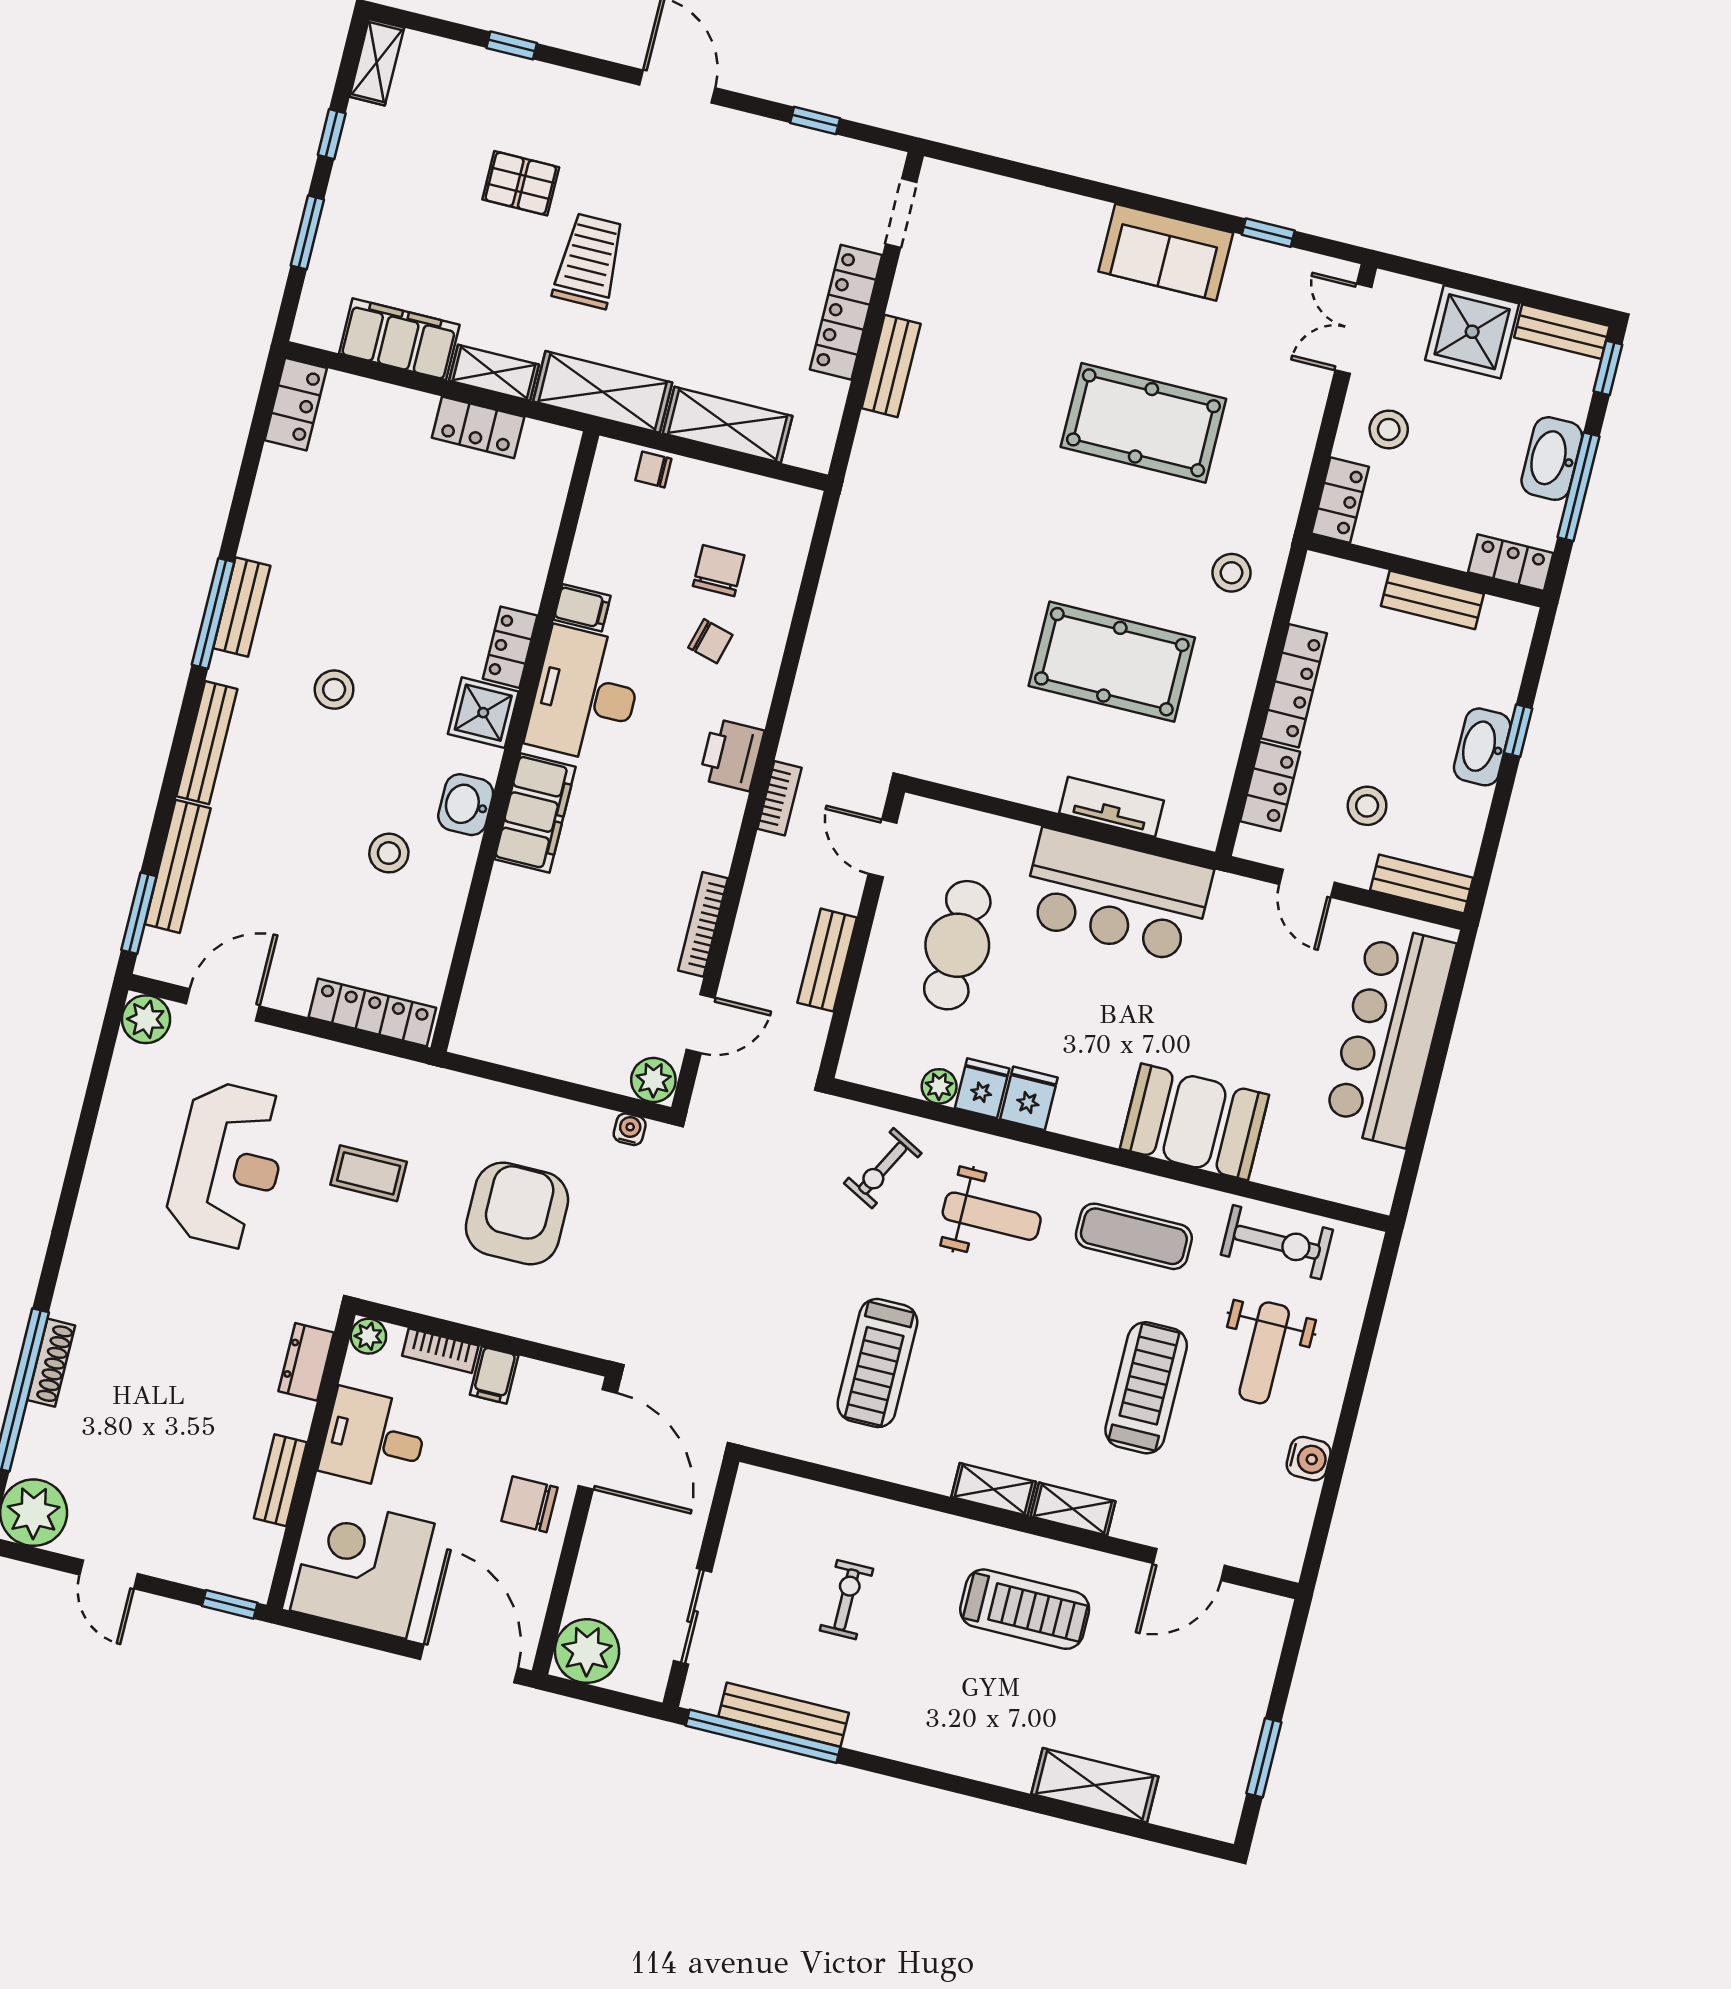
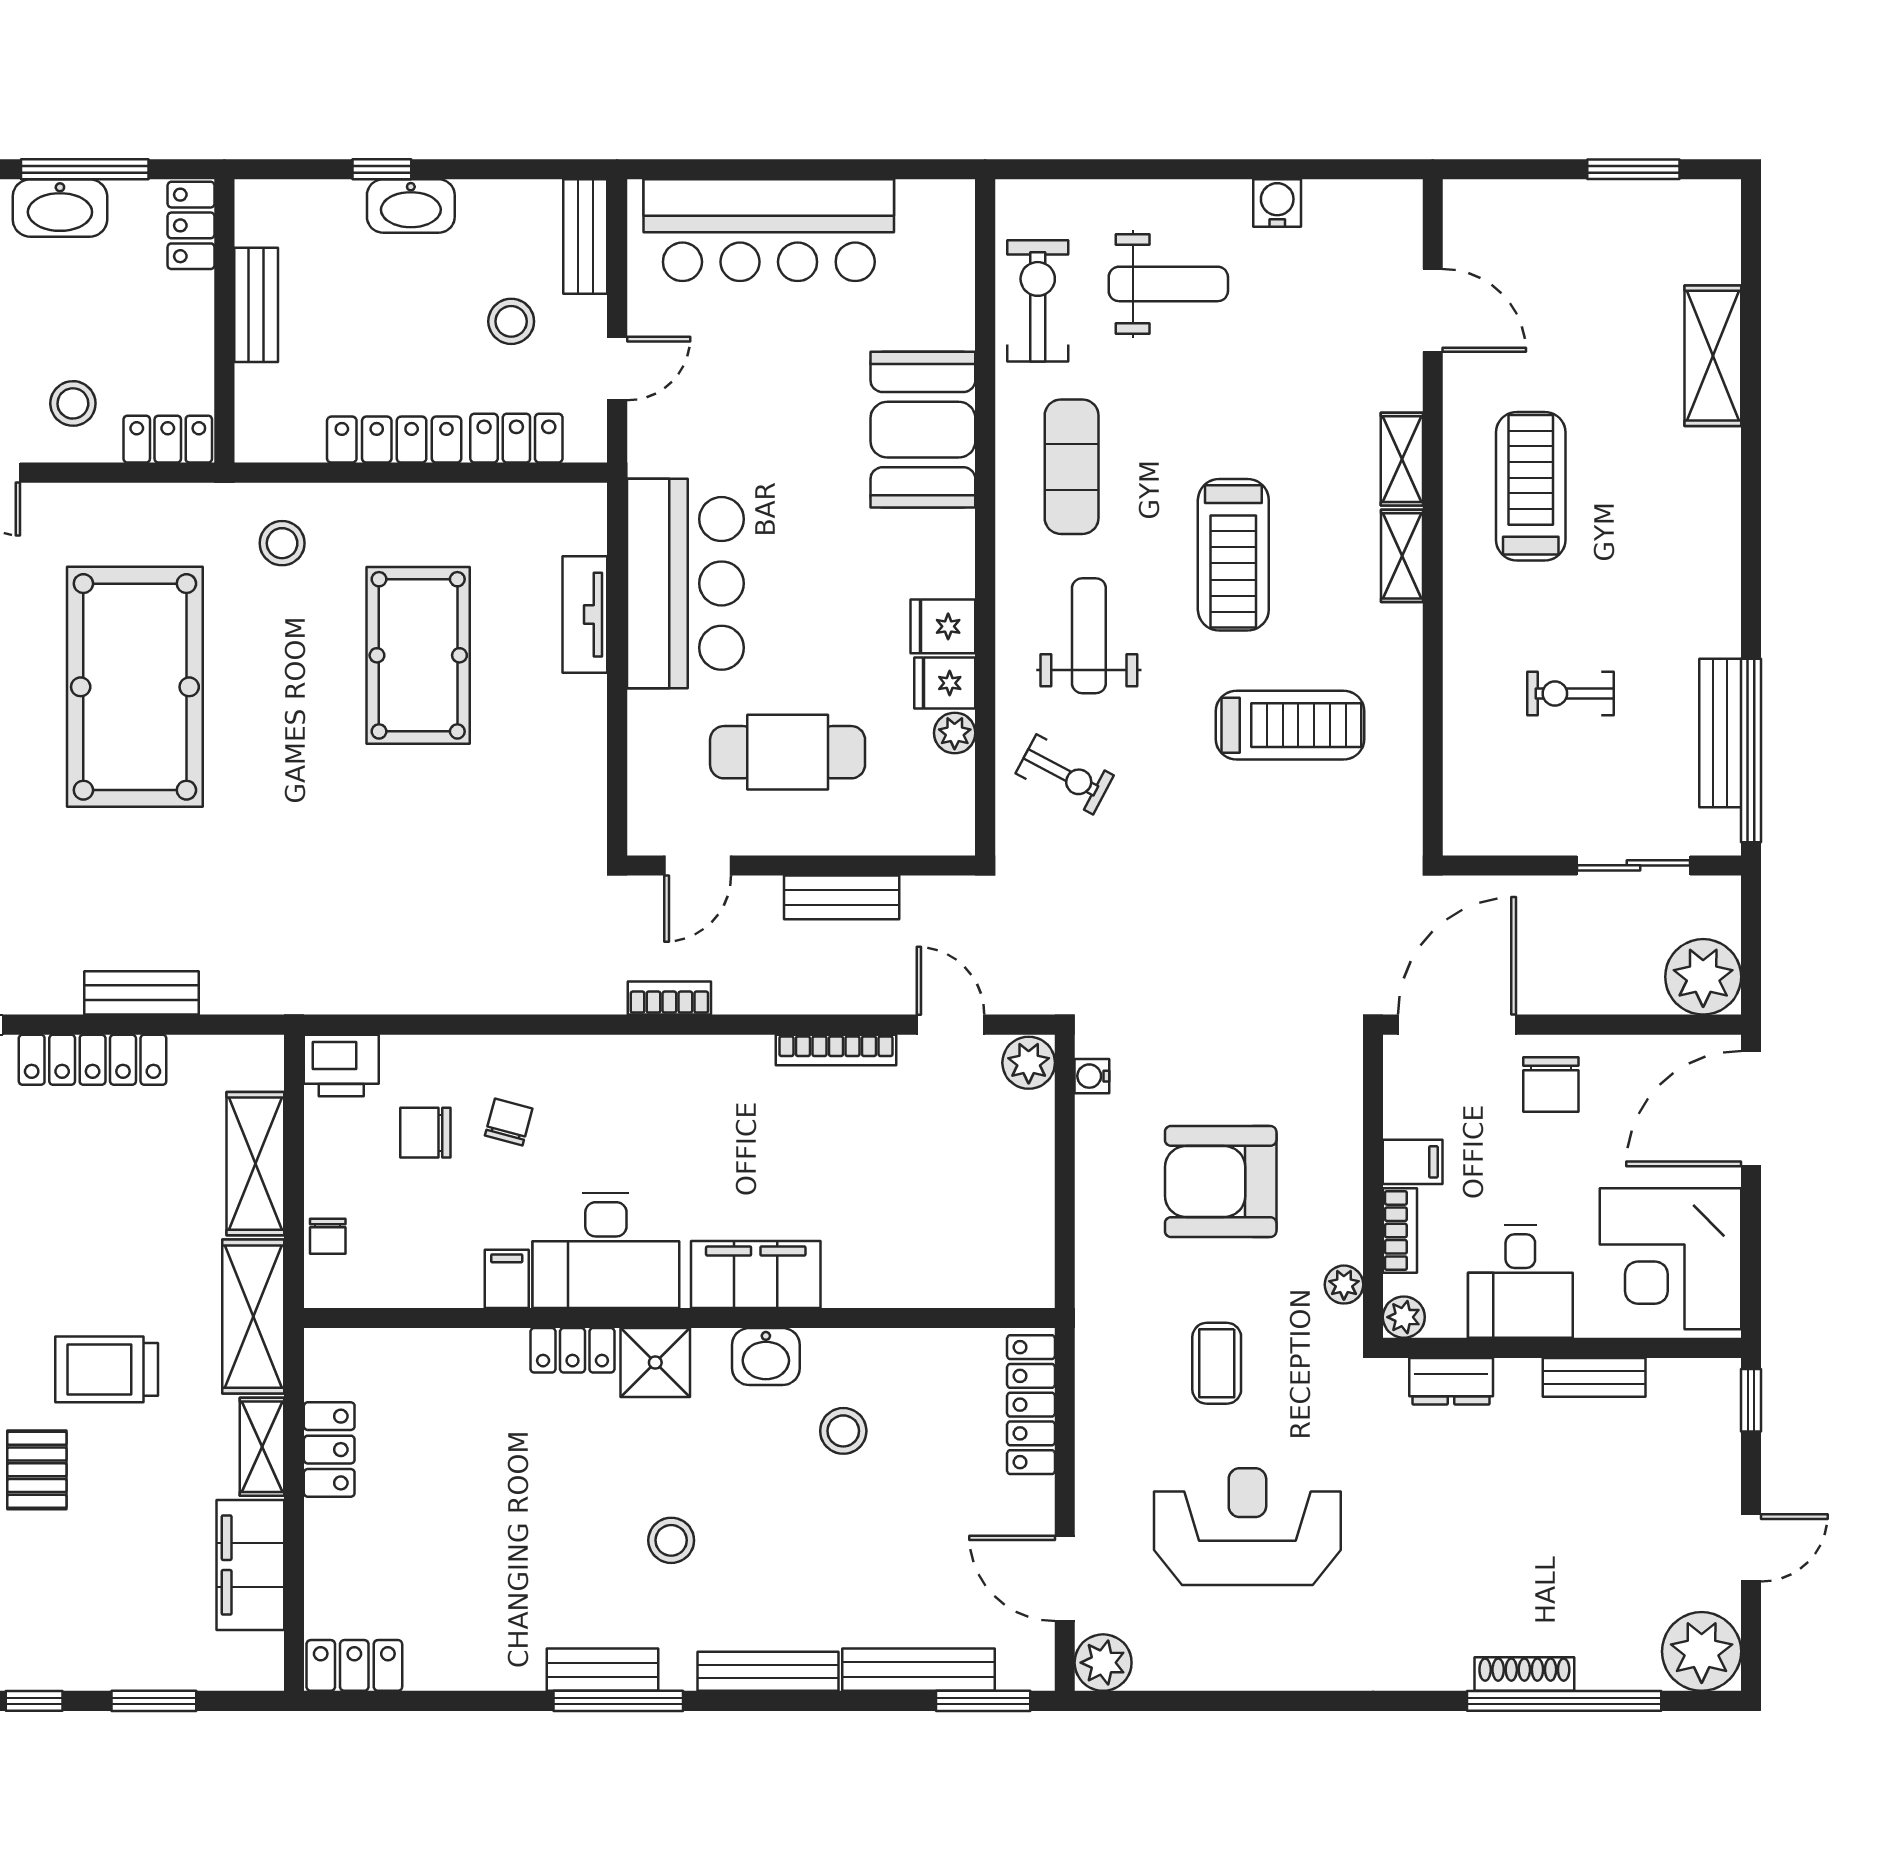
pool table: (1143, 423) -> (135, 687), width x1.36, depth x1.32
printer: (732, 755) -> (341, 1065), moved
plant: (407, 1294) -> (1344, 1285), added
treadmill: (1146, 1388) -> (1233, 555), moved, turned -90

